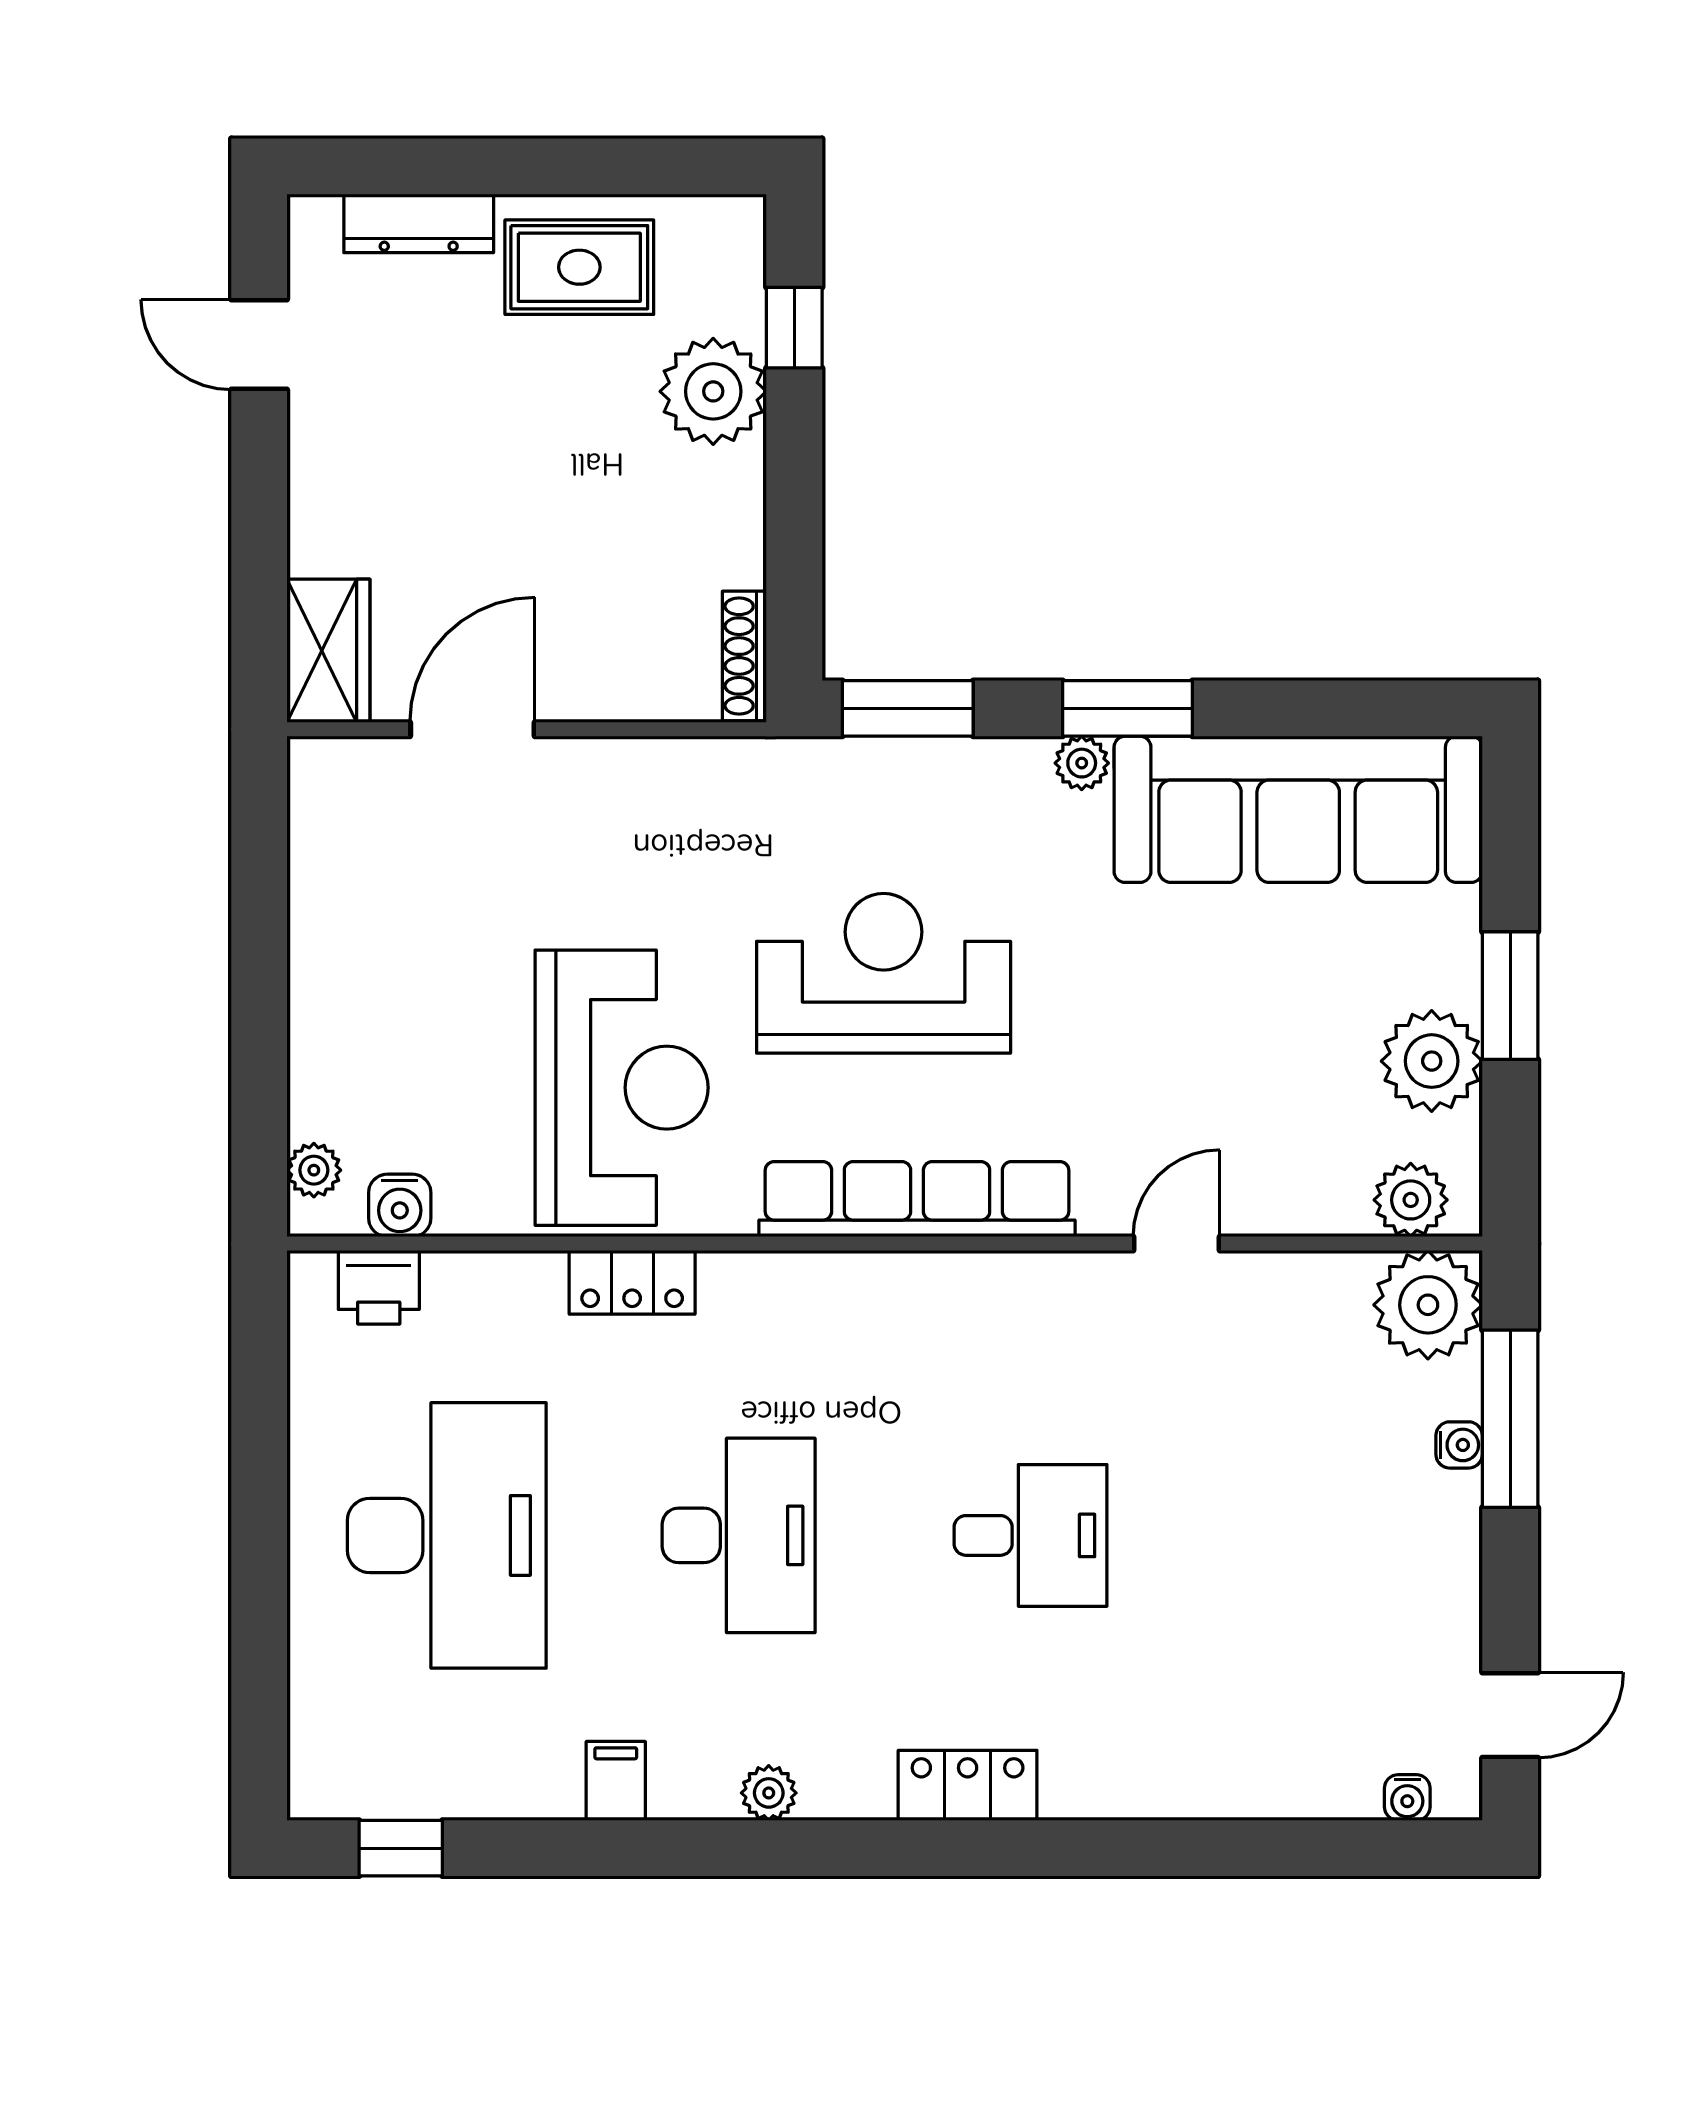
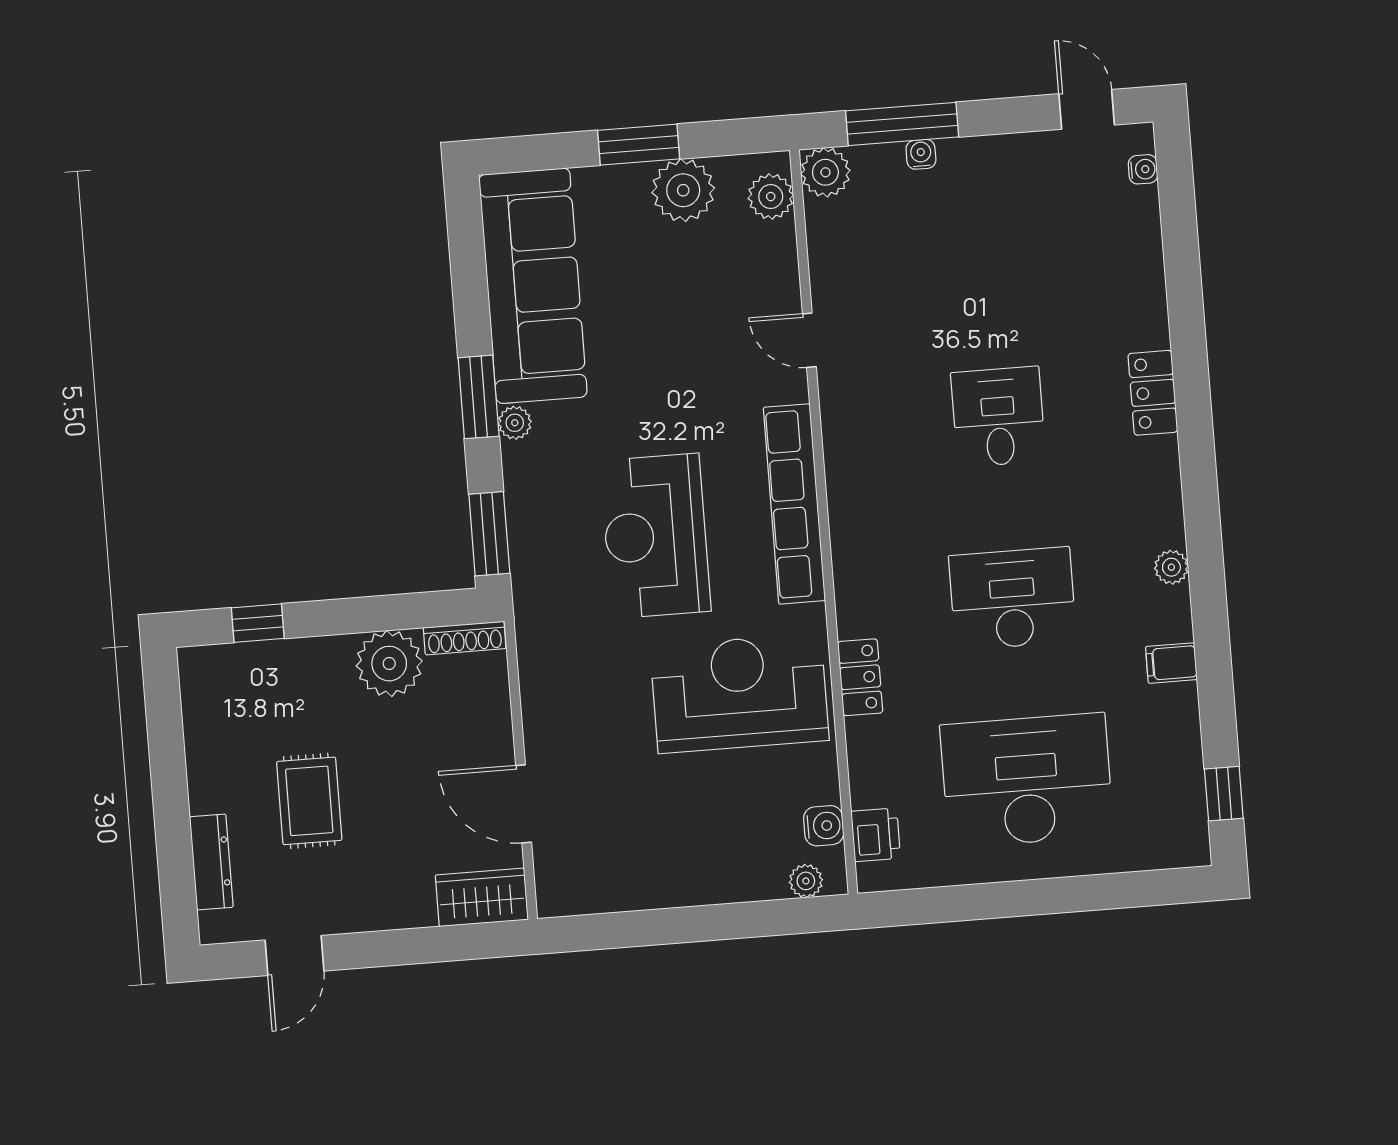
rug: (579, 267) -> (309, 801), moved
plant: (713, 391) -> (389, 664), moved
plant: (1428, 1305) -> (825, 172), width x0.73, depth x0.73
locker: (968, 1785) -> (1153, 393), moved

